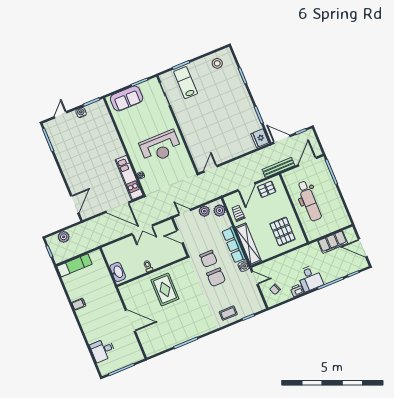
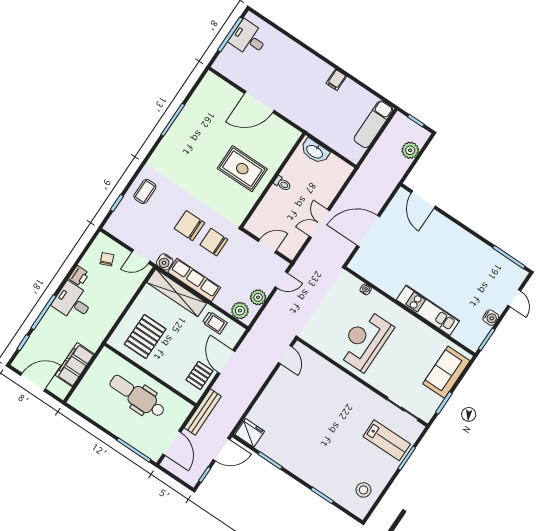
kitchen unit: (129, 178) -> (428, 310), moved
pallet: (283, 231) -> (145, 337), turned 90
desk: (103, 350) -> (248, 39), moved, turned -90

